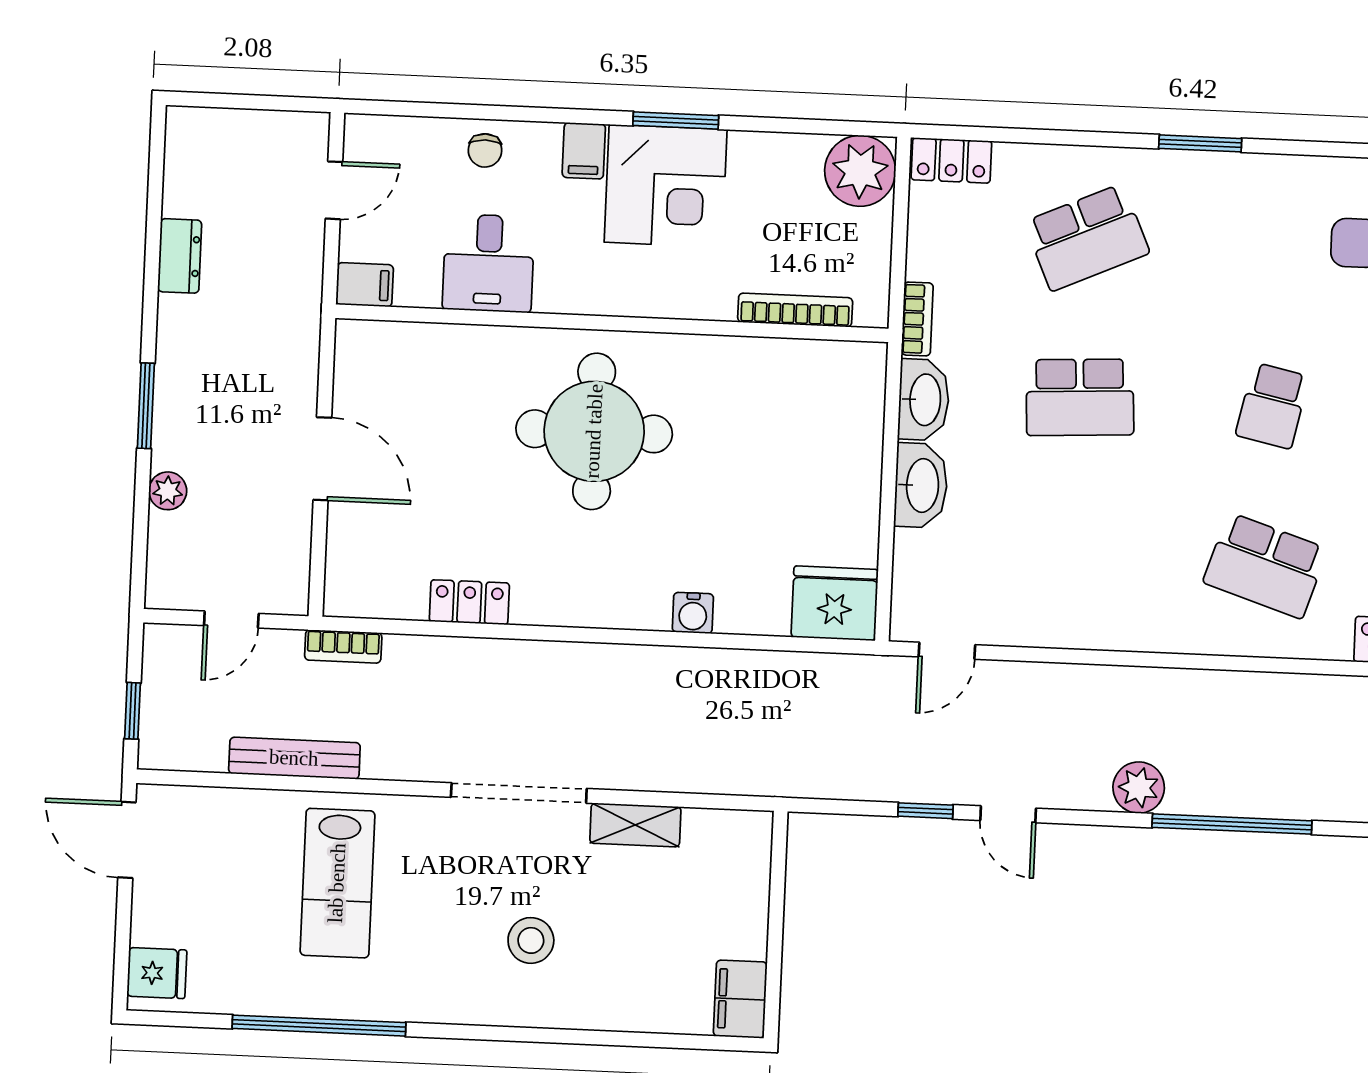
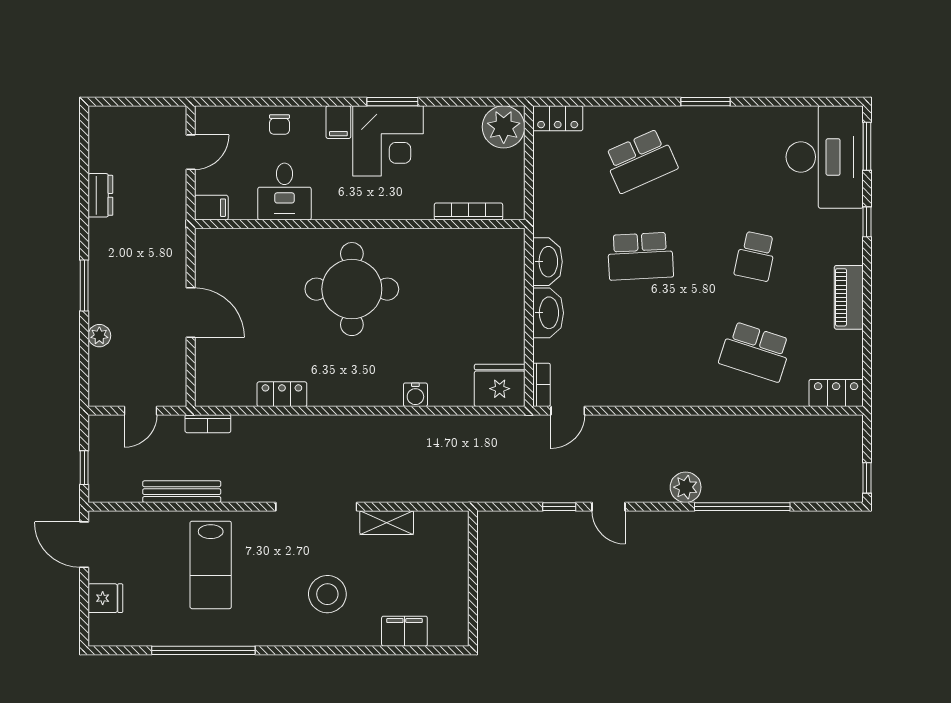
bookcase: (917, 319) -> (541, 385), moved
stool: (531, 940) -> (327, 594), width x1.38, depth x1.38
fridge: (157, 973) -> (105, 598), moved
filing cabinet: (740, 999) -> (404, 631), moved, turned 90

